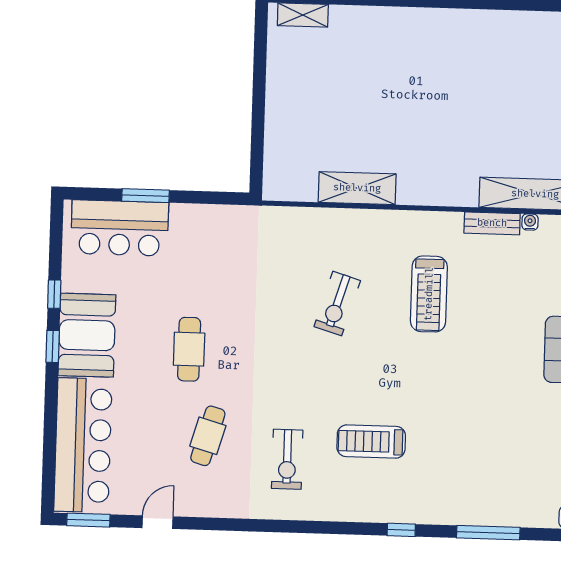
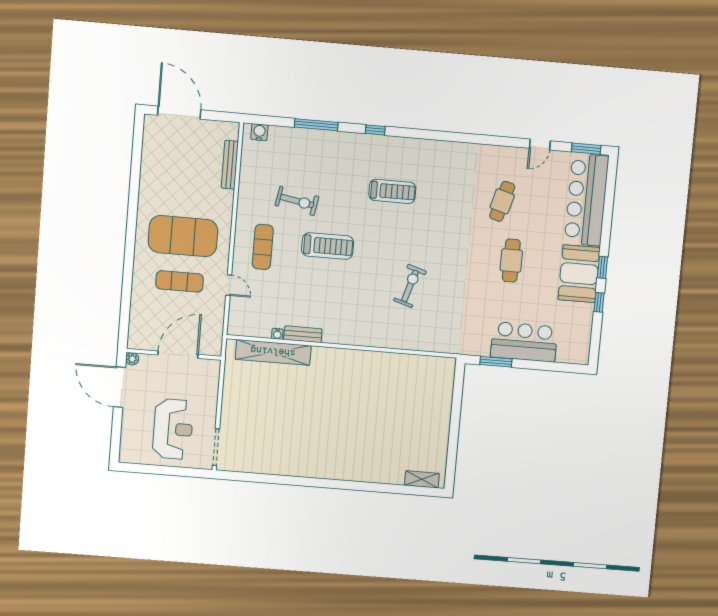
shelving: (357, 188) -> (392, 363), removed
window: (145, 196) -> (496, 362), moved
bar counter: (120, 228) -> (524, 342), moved
treadmill: (429, 294) -> (328, 246), moved, turned 90
exercise bike: (287, 459) -> (297, 201), moved, turned 100

